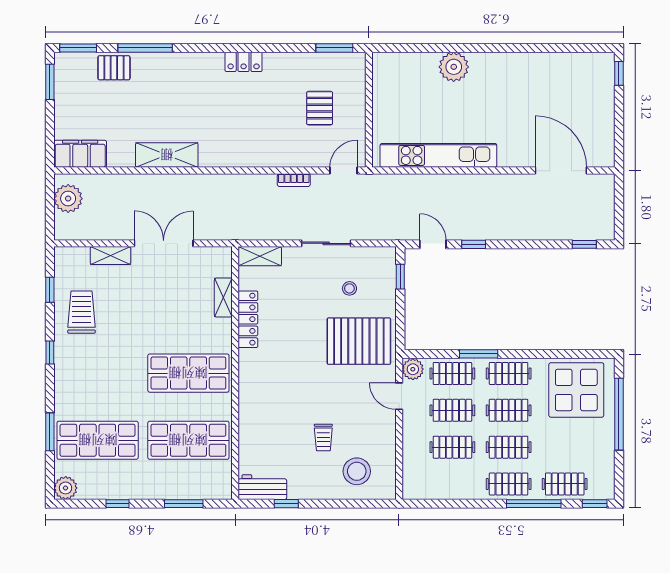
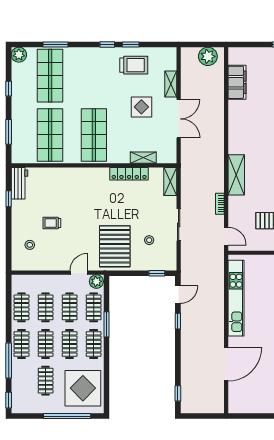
filing cabinet: (80, 154) -> (237, 82), moved
shelving: (167, 155) -> (236, 175), moved
door: (561, 171) -> (226, 364), moved
window: (50, 290) -> (131, 44), moved
display table: (146, 300) -> (141, 107), added
stool: (357, 471) -> (30, 245), width x0.53, depth x0.53
clothes rail: (452, 484) -> (21, 307), added
clothes rail: (565, 484) -> (46, 381), moved

